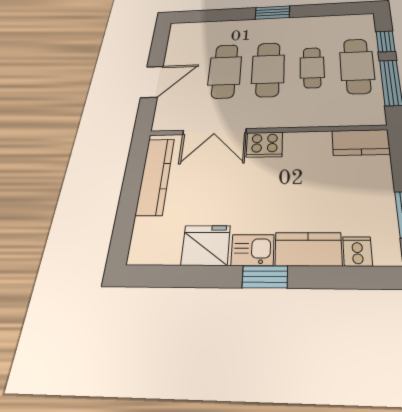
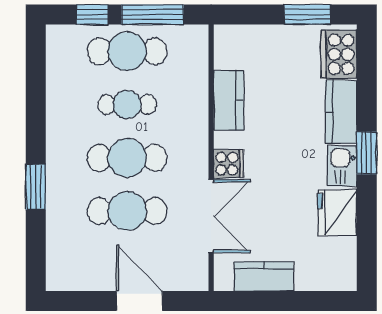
window: (272, 12) -> (36, 187), moved
kitchen counter: (361, 142) -> (228, 100), moved
cooker: (265, 145) -> (229, 164), width x0.73
kitchen counter: (155, 176) -> (264, 276), width x0.67
cooker: (357, 251) -> (339, 54), width x1.87, depth x1.31

